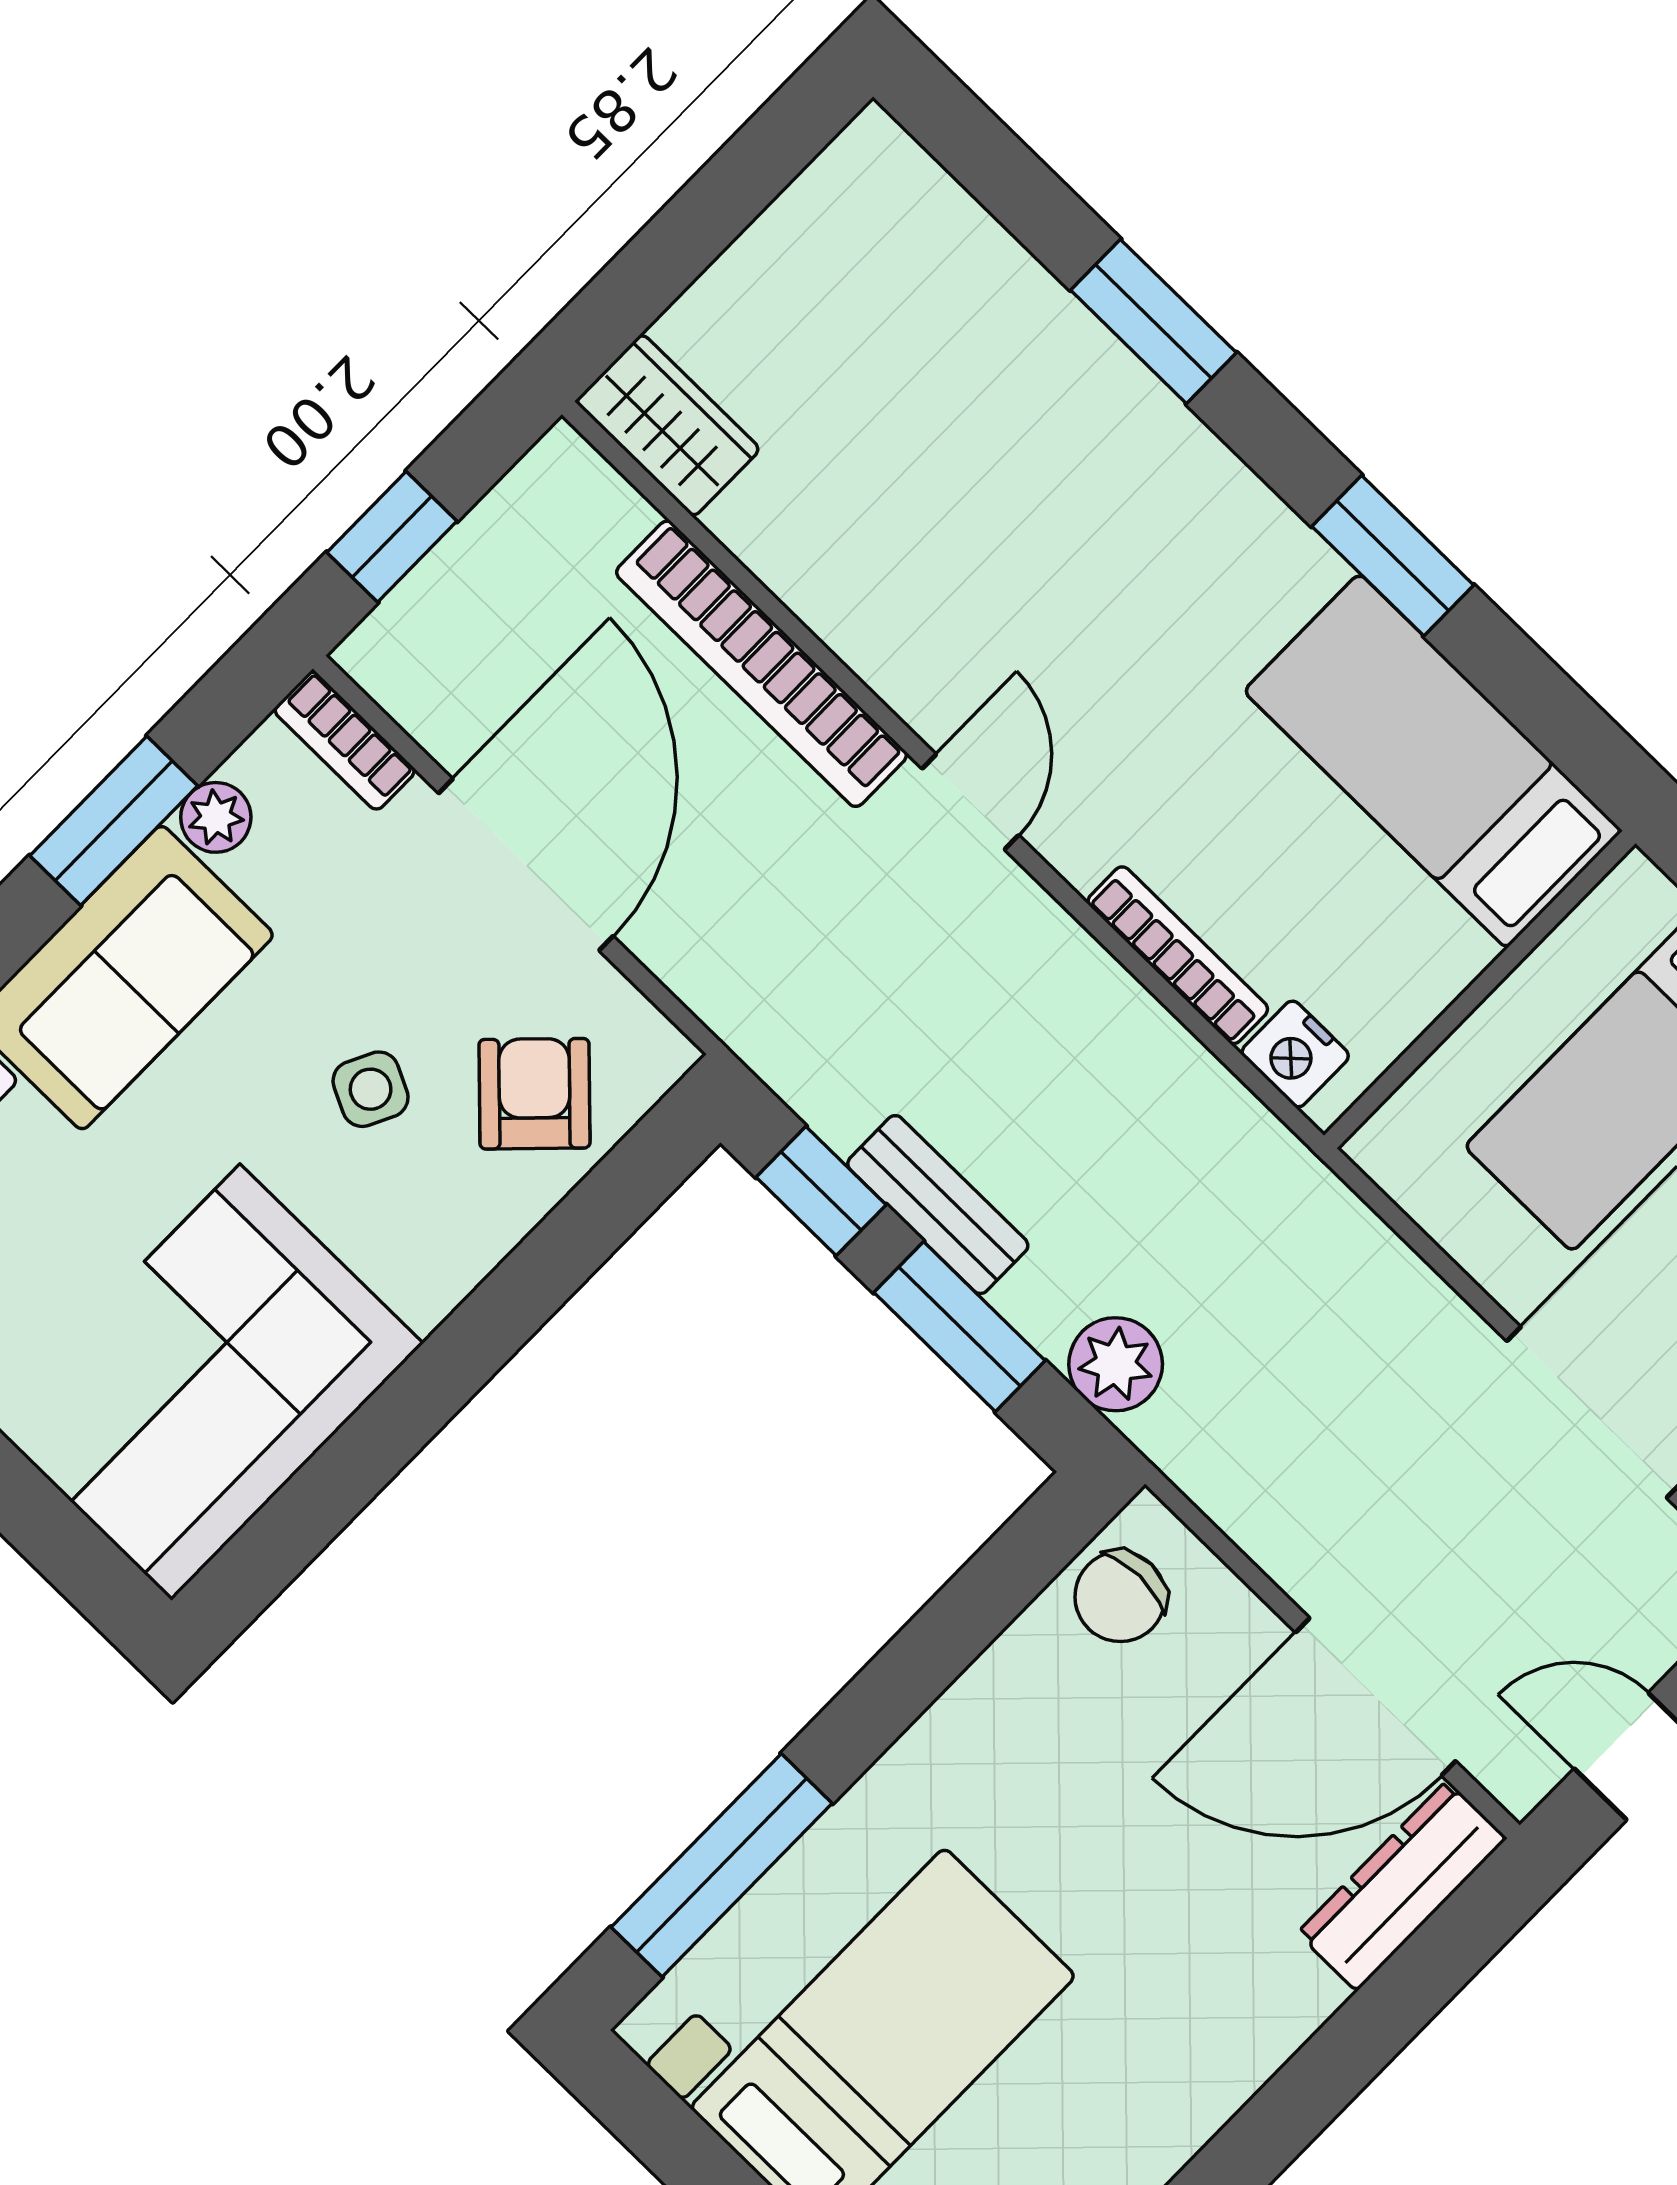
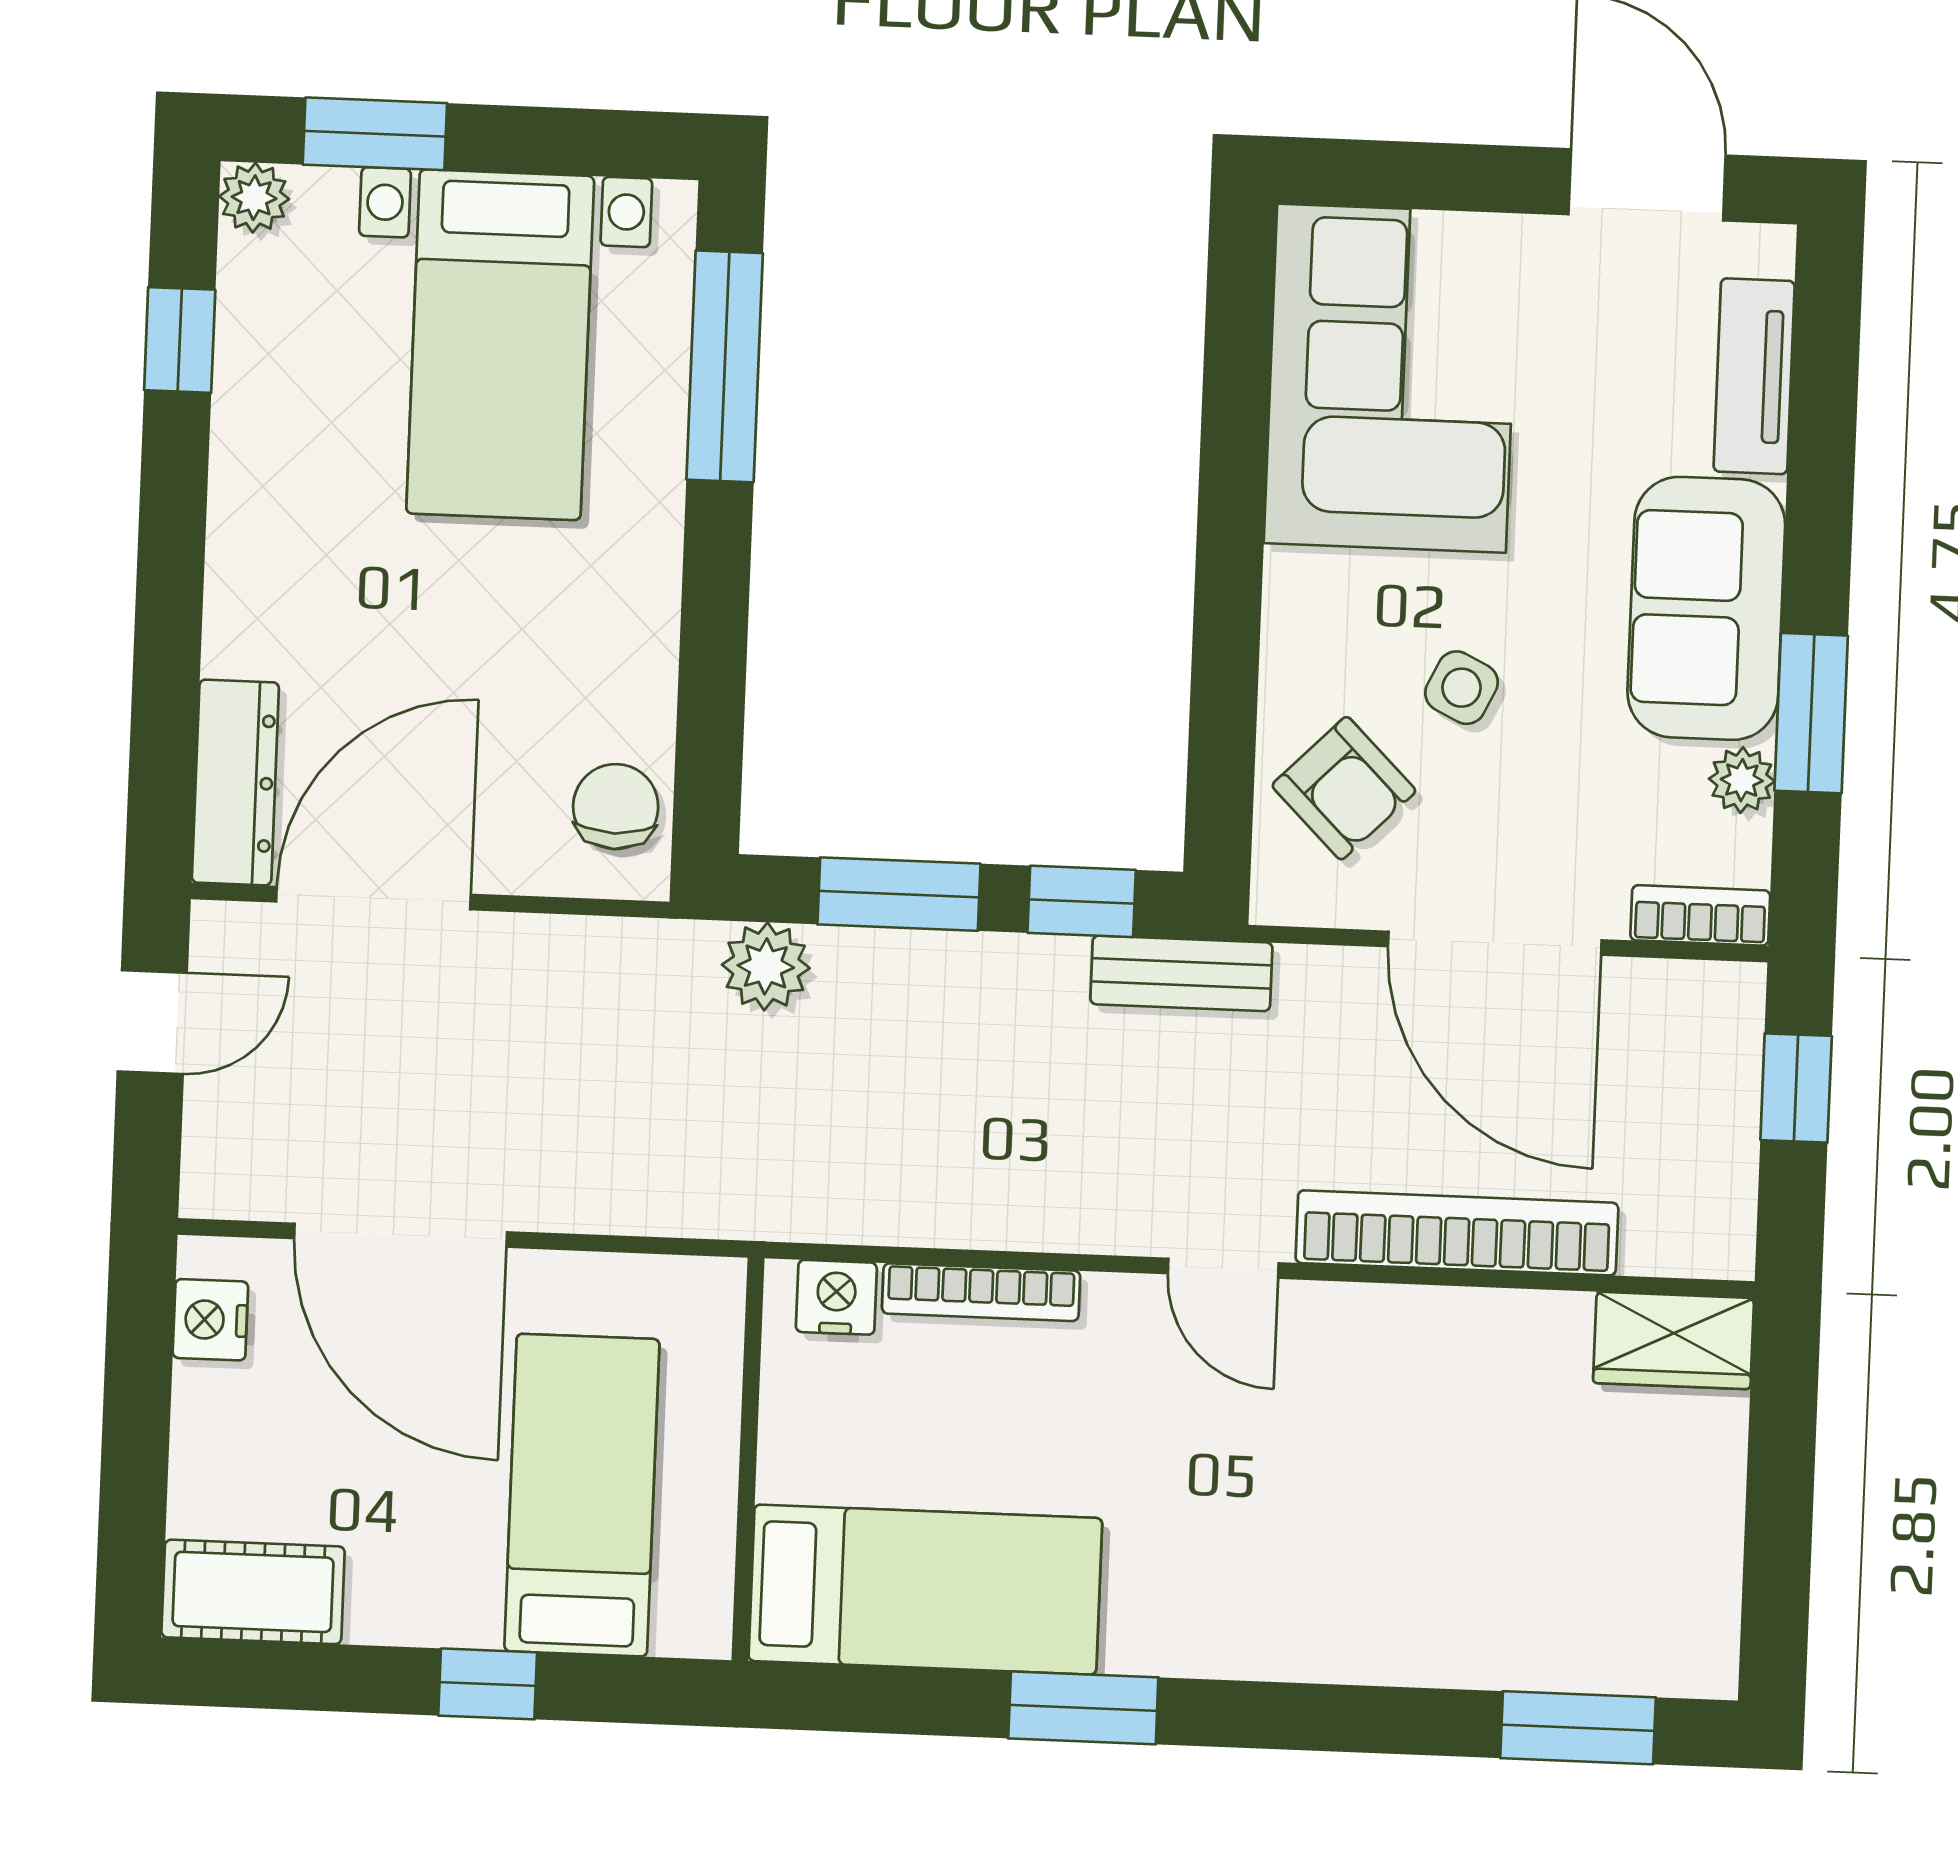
window: (1153, 321) -> (1578, 1728), moved
bench: (938, 1205) -> (1181, 973), moved

